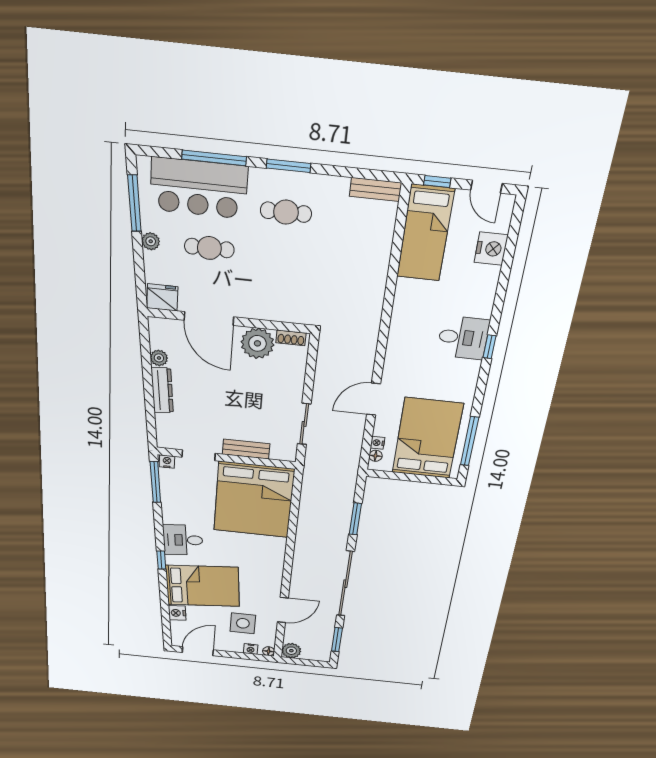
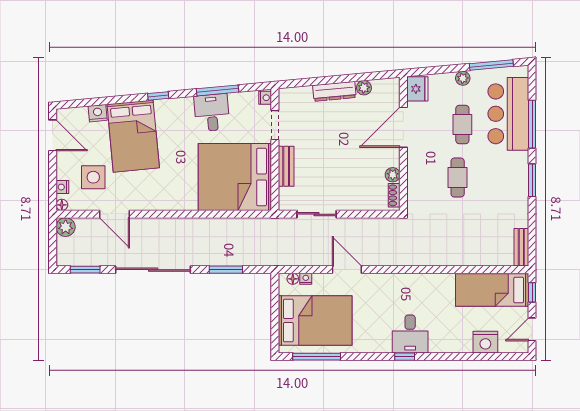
cafe table: (286, 212) -> (458, 178), moved
plant: (257, 343) -> (393, 175), width x0.53, depth x0.53
window: (155, 482) -> (218, 90), moved
desk: (183, 540) -> (212, 113), moved

